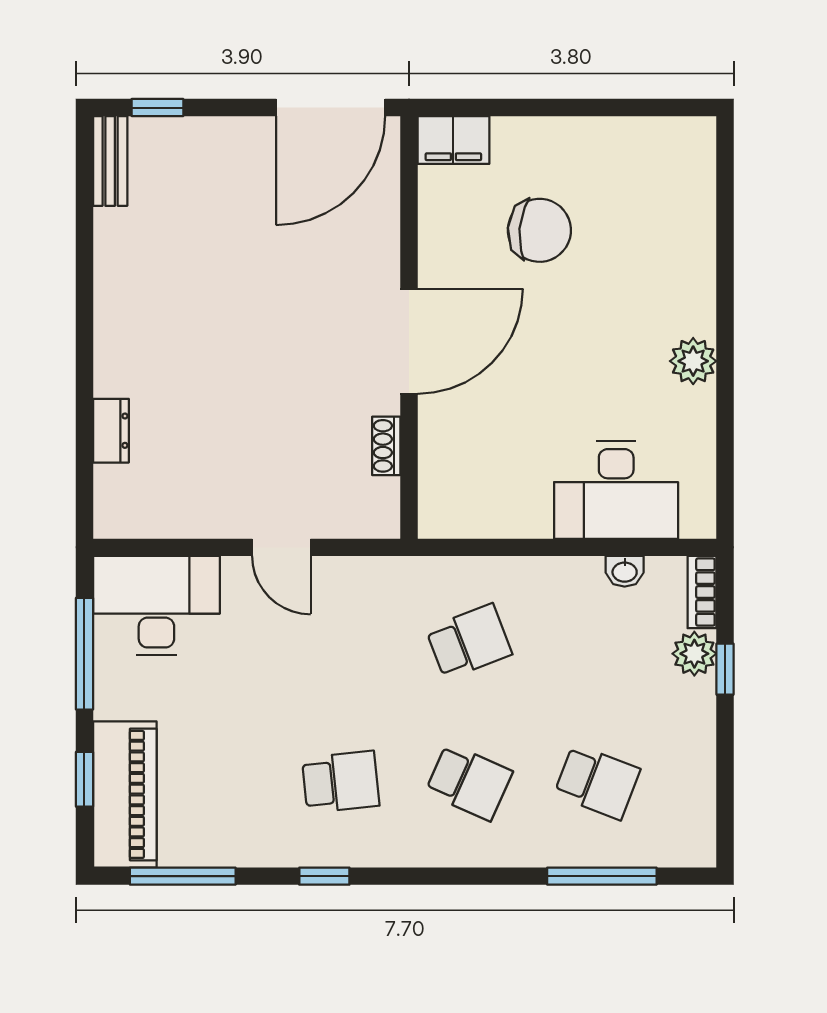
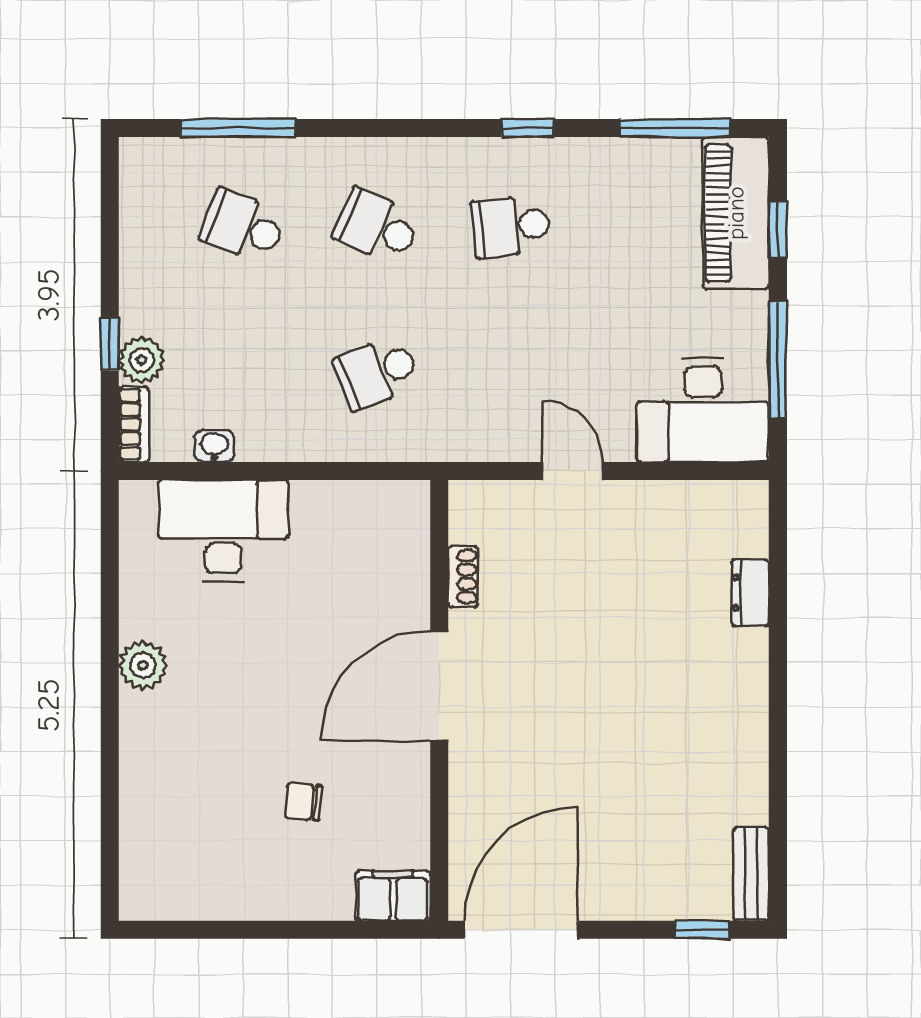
chair: (539, 230) -> (303, 802), width x0.54, depth x0.54

